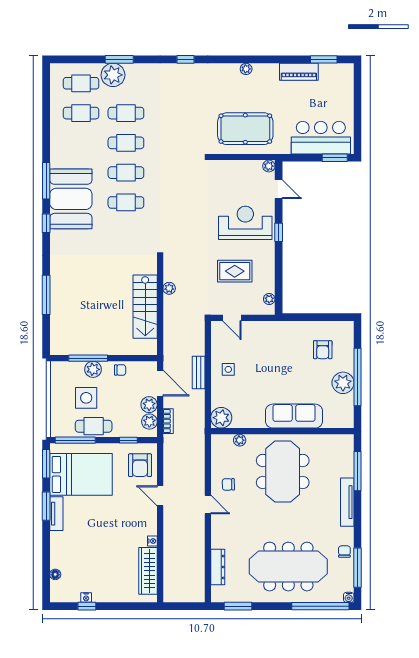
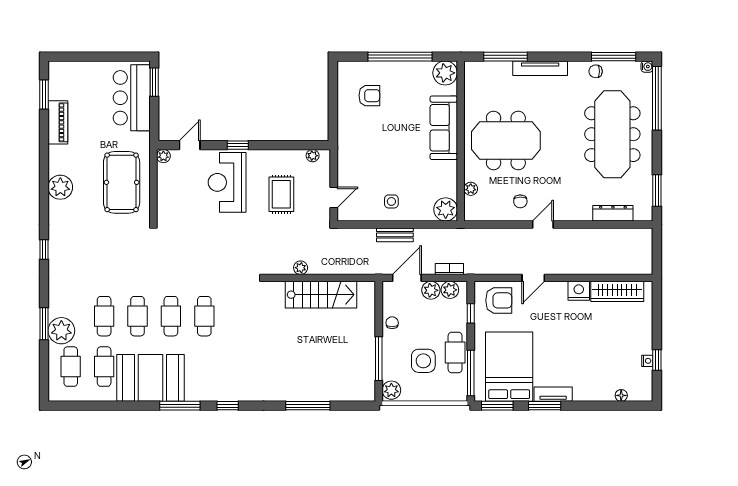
plant: (246, 69) -> (60, 187), width x1.87, depth x1.87
booth: (71, 199) -> (151, 378), moved
plant: (93, 369) -> (391, 390), moved
plant: (343, 383) -> (445, 73), moved
nightstand: (152, 541) -> (579, 291), width x1.89, depth x1.79

